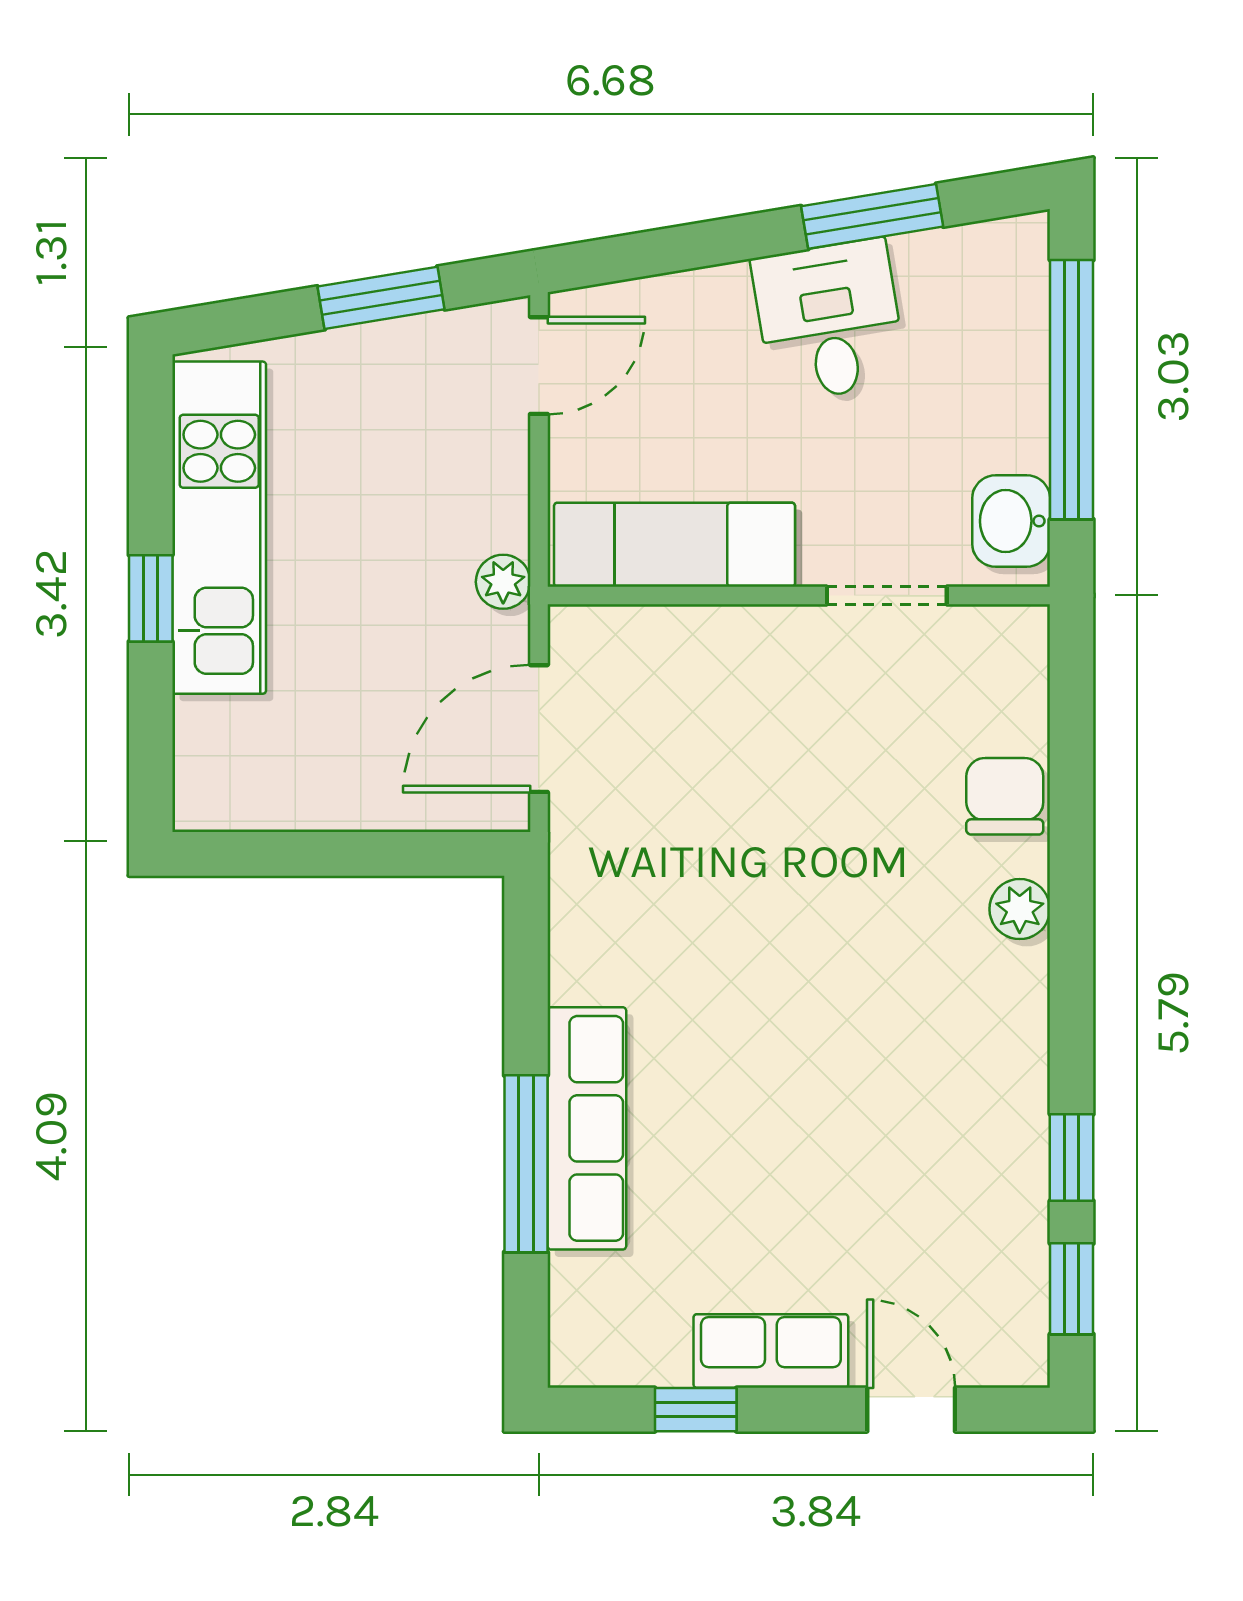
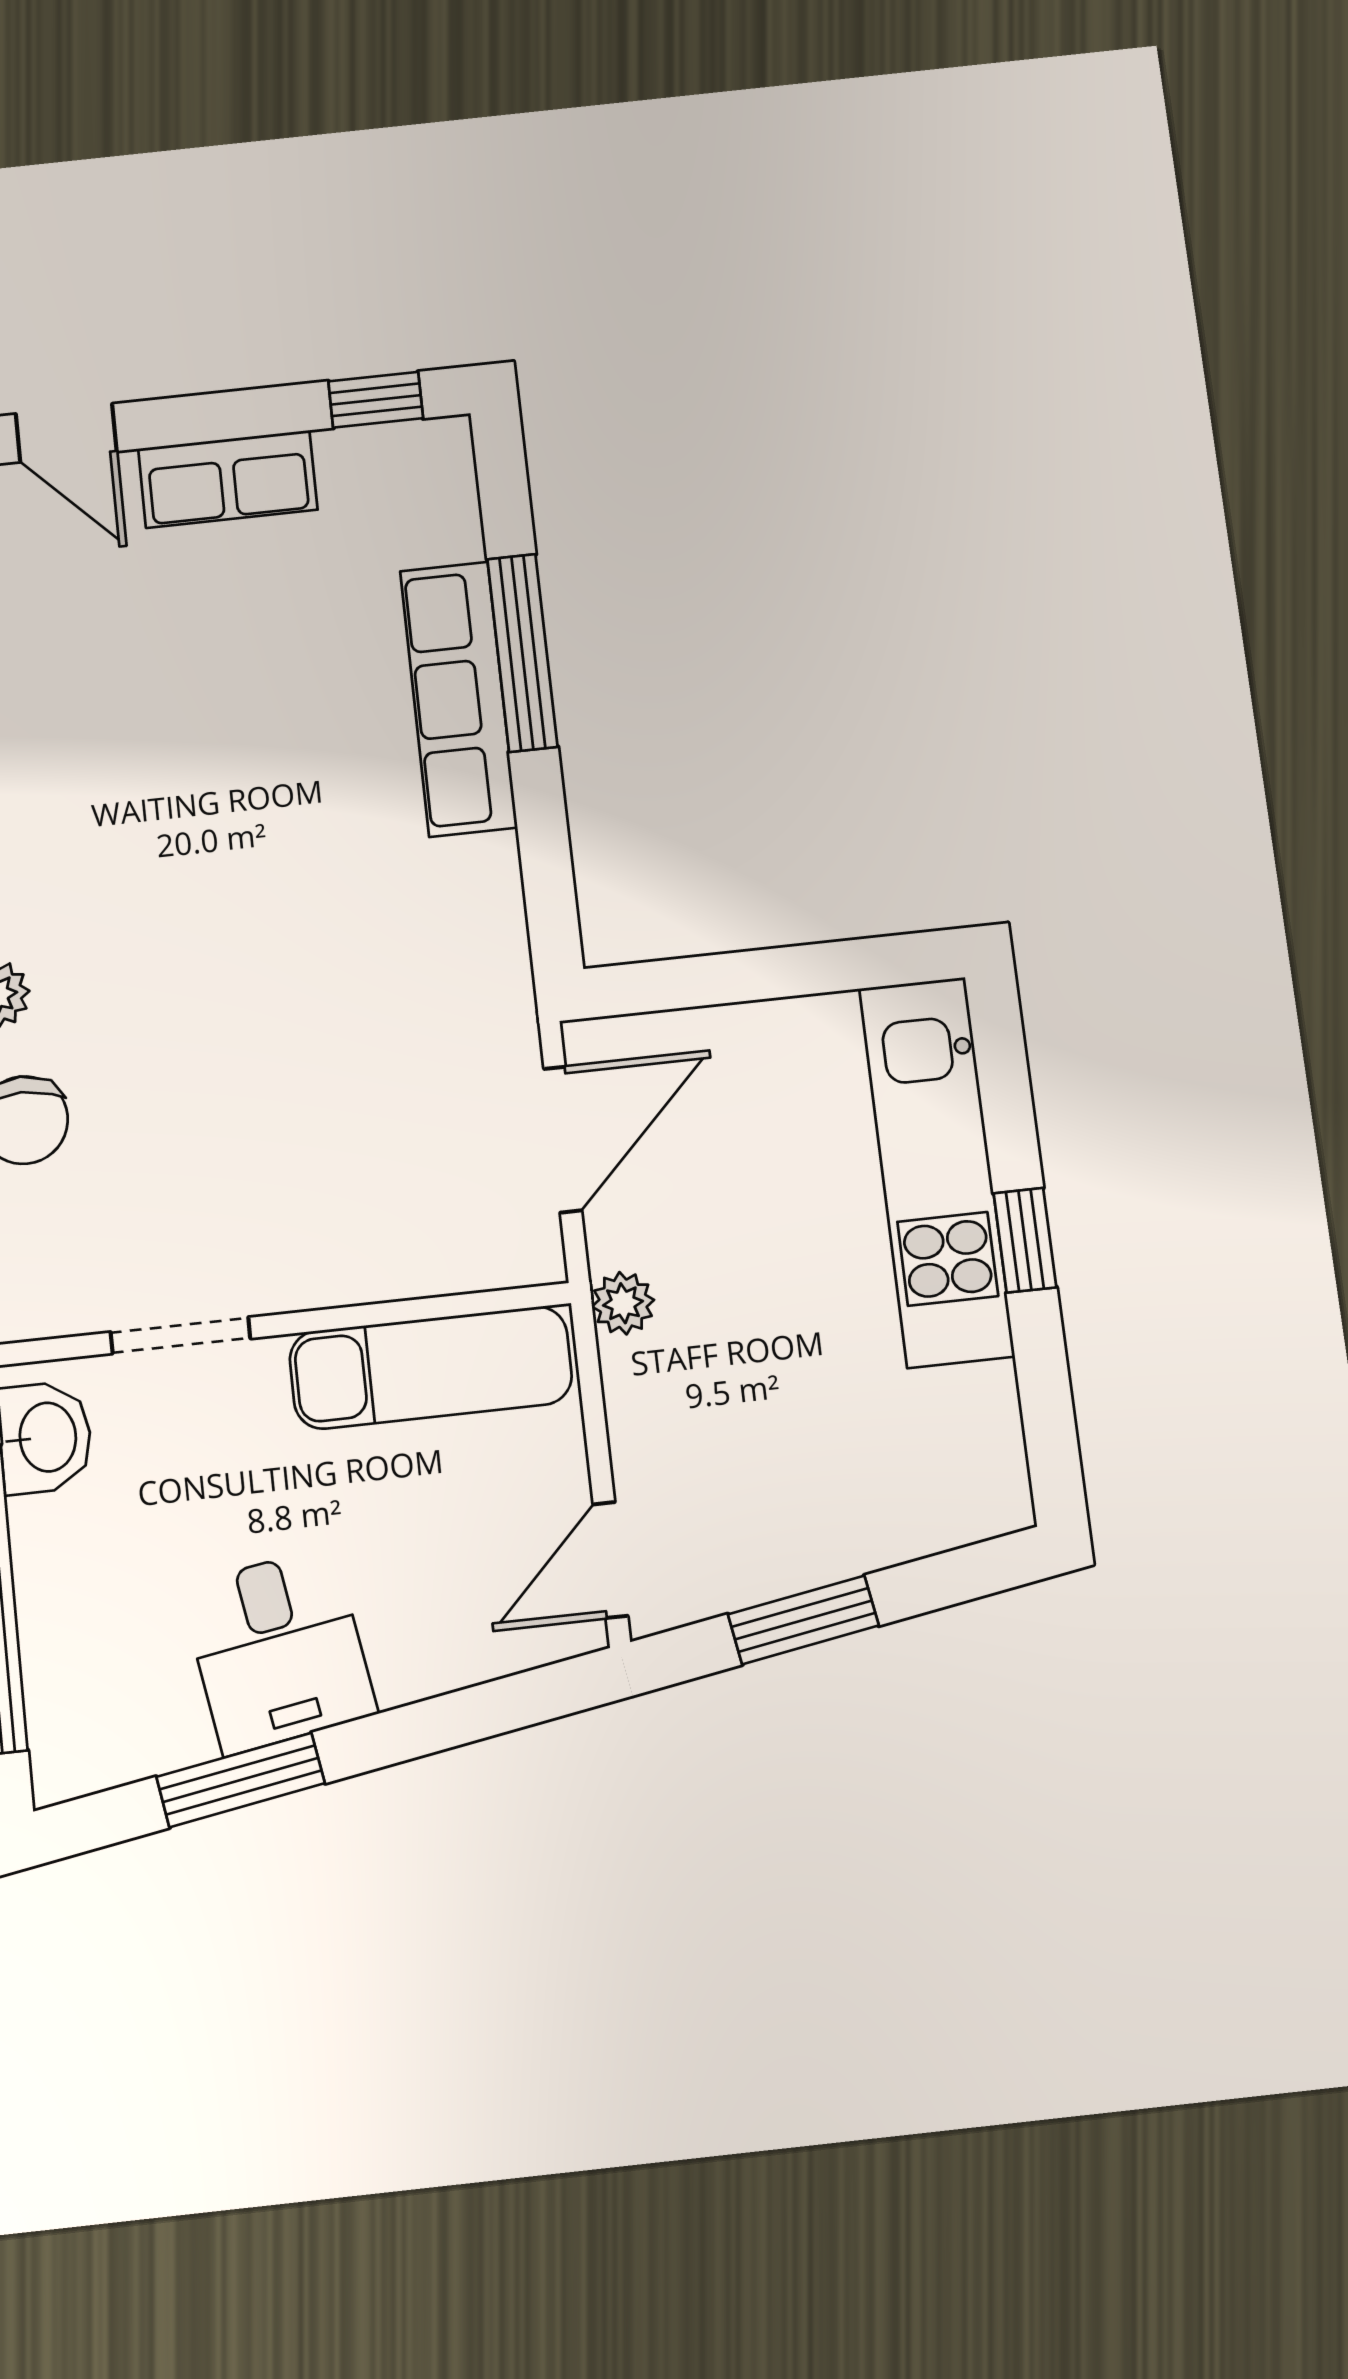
kitchen unit: (219, 528) -> (936, 1171), moved
window: (696, 1410) -> (376, 400), moved

